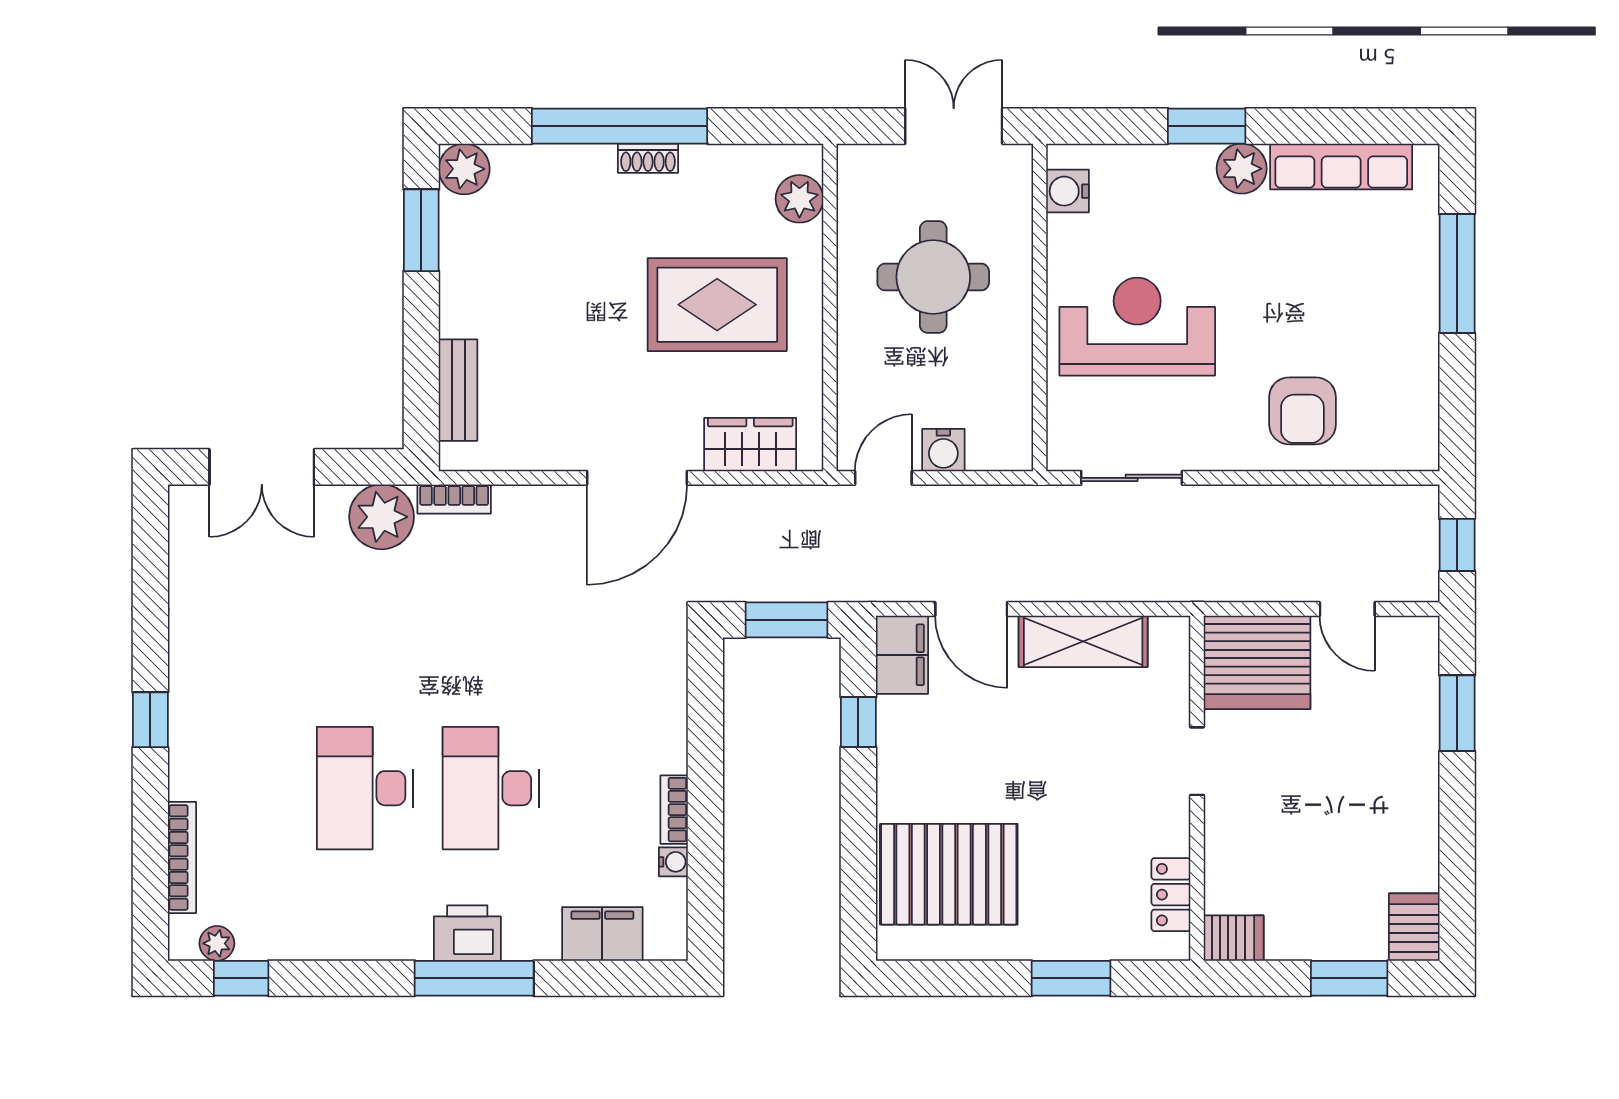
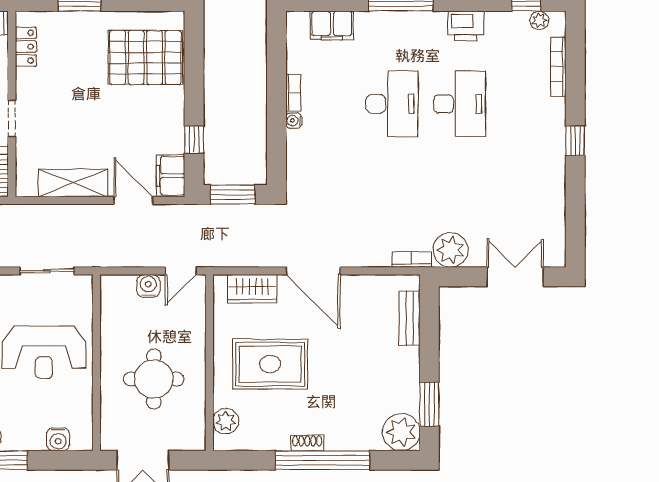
plant: (464, 169) -> (401, 432), width x1.36, depth x1.36
water cooler: (1068, 191) -> (58, 439), moved, turned 90
door: (637, 478) -> (313, 271), swing flipped
water cooler: (673, 862) -> (294, 120), moved
printer: (467, 933) -> (466, 26), moved

